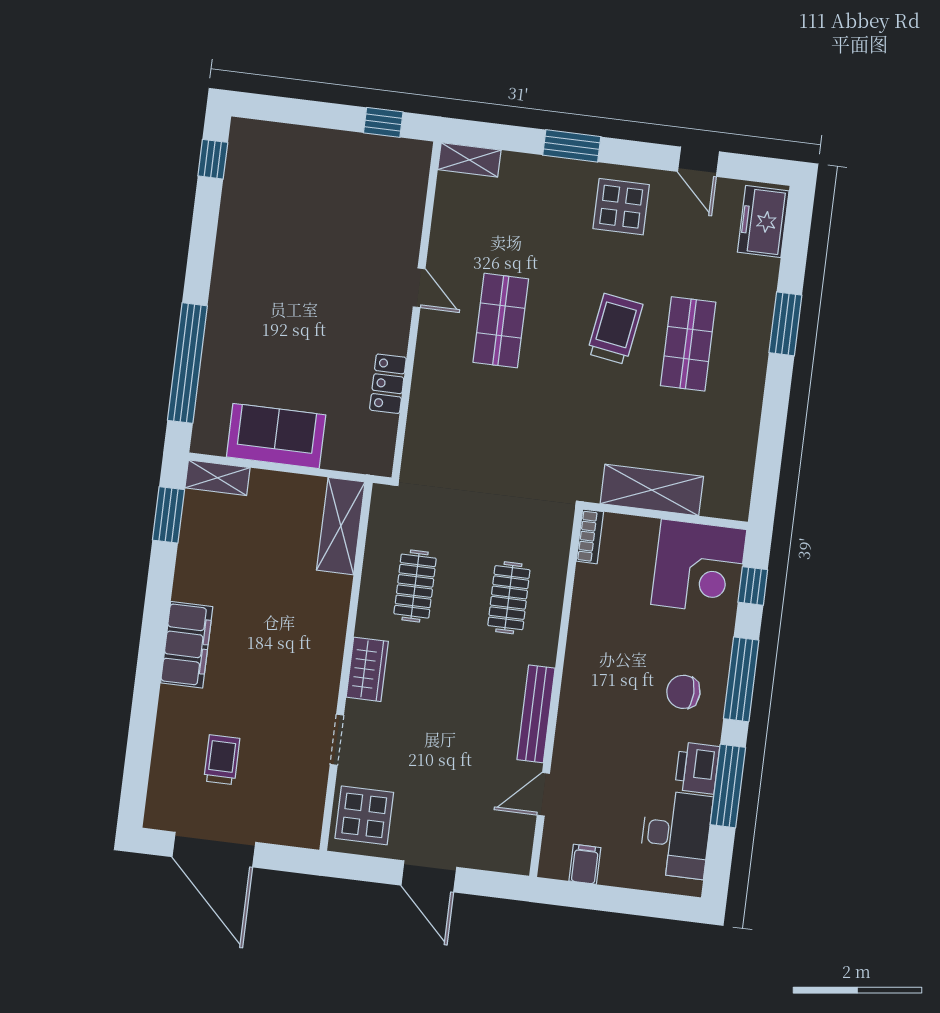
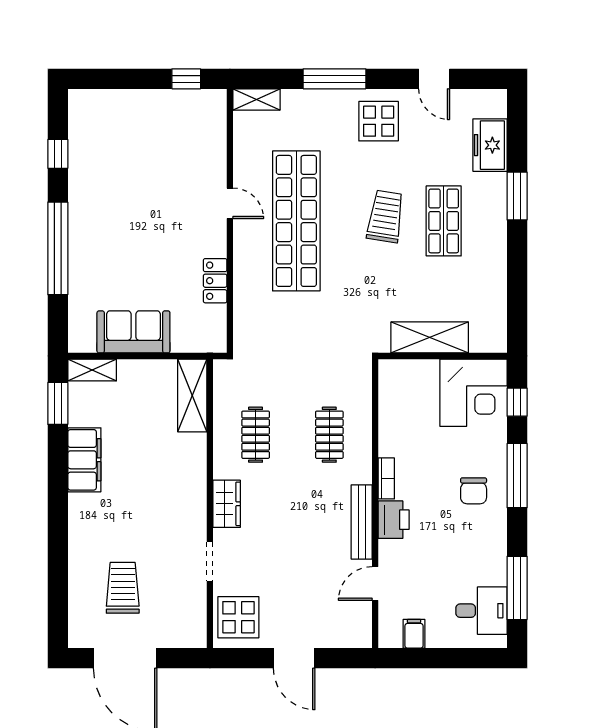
window: (572, 146) -> (334, 79), width x1.44
window: (213, 159) -> (58, 154), moved
freezer: (763, 222) -> (490, 145), moved
shop shelf: (501, 321) -> (296, 221), width x2.00, depth x1.36
window: (187, 363) -> (58, 248), moved
bookcase: (590, 536) -> (386, 478), moved
filing cabinet: (187, 645) -> (84, 460), moved
chair: (683, 692) -> (474, 491), turned -91
trolley: (222, 760) -> (123, 588), width x1.36, depth x1.39
printer: (697, 768) -> (394, 520), moved, turned 180
window: (728, 786) -> (517, 588), moved
desk: (676, 834) -> (481, 611), width x0.73

